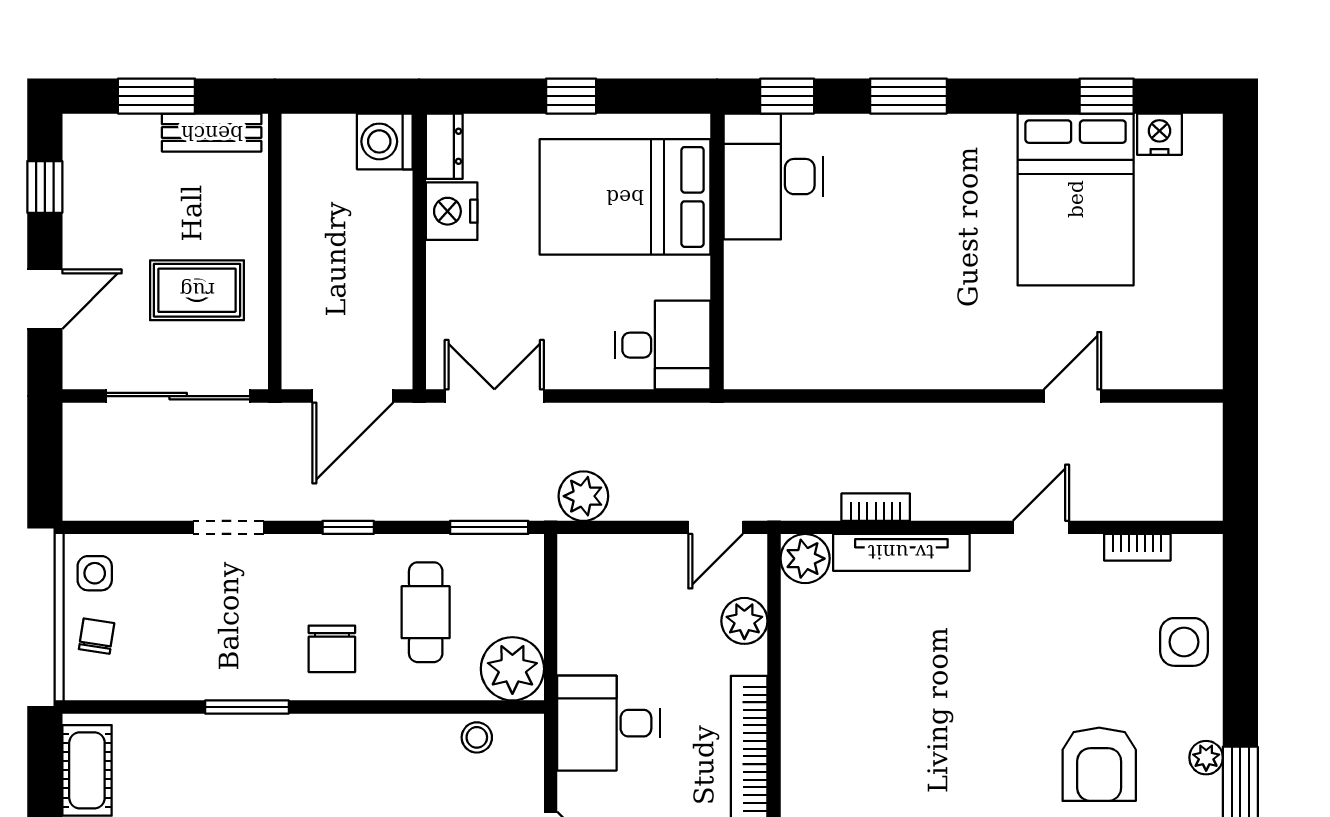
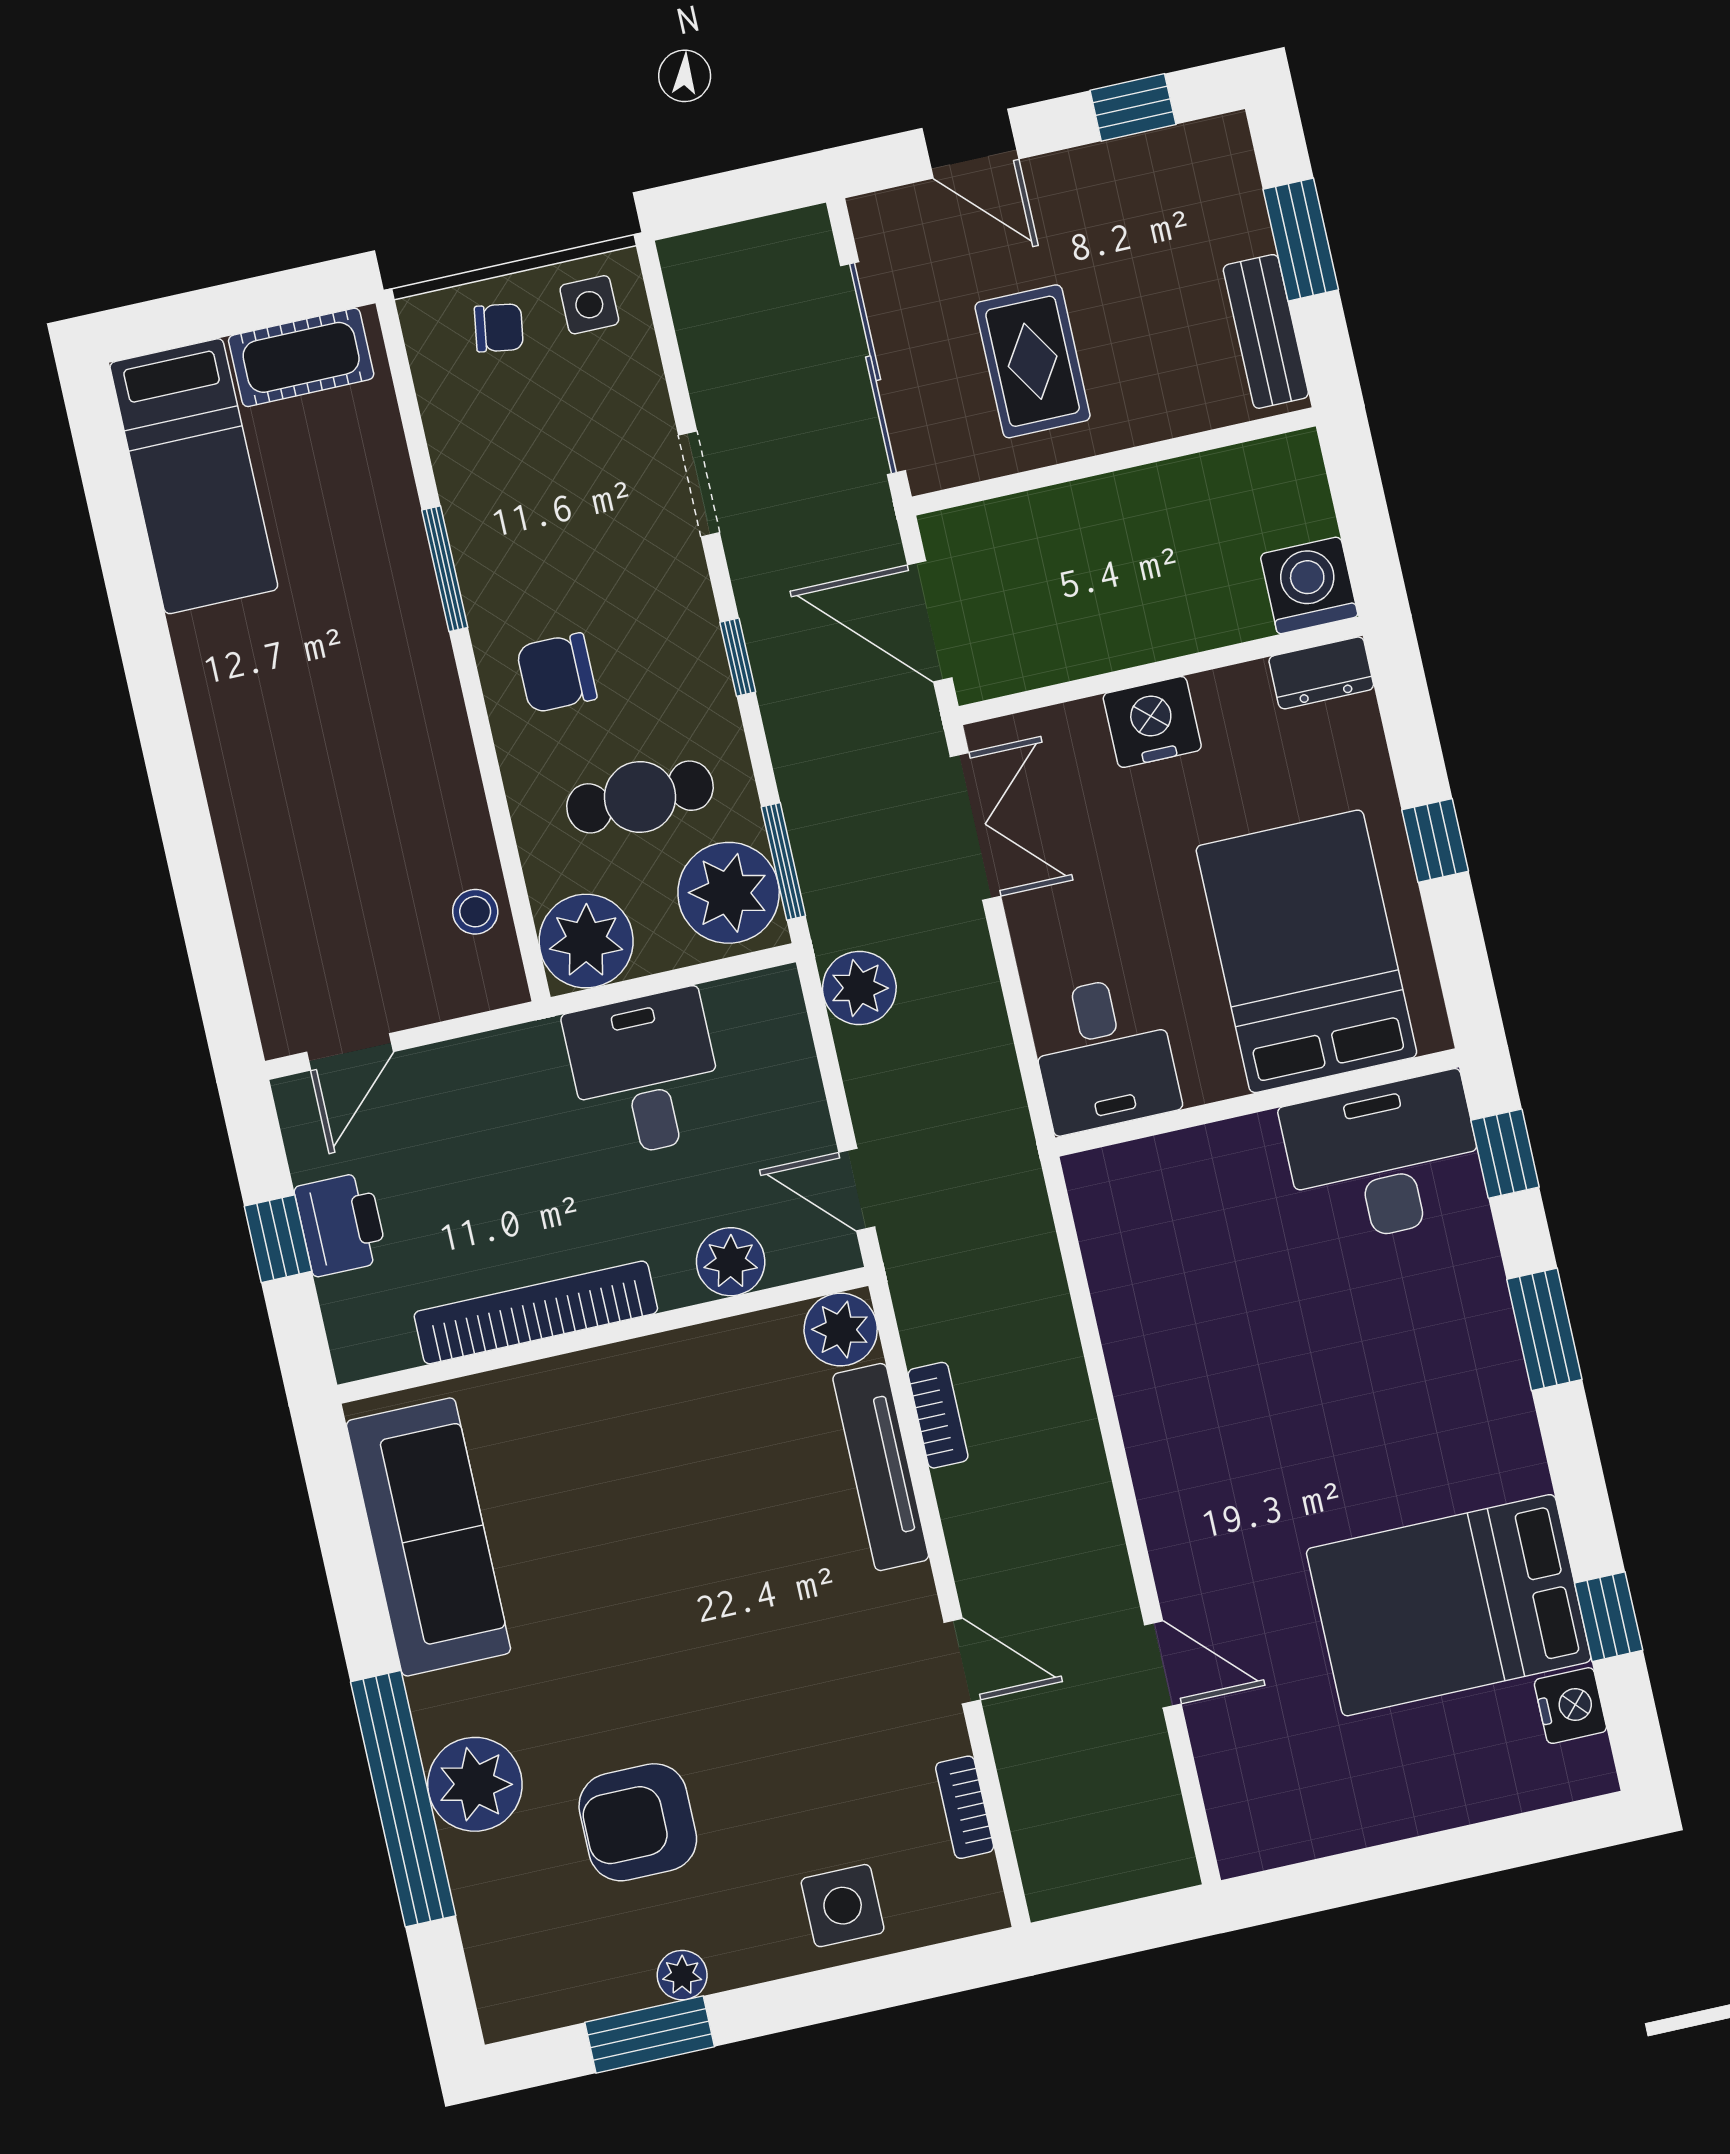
nightstand: (452, 211) -> (1152, 722), moved
plant: (502, 568) -> (729, 893), added
desk: (608, 723) -> (645, 1074), moved

